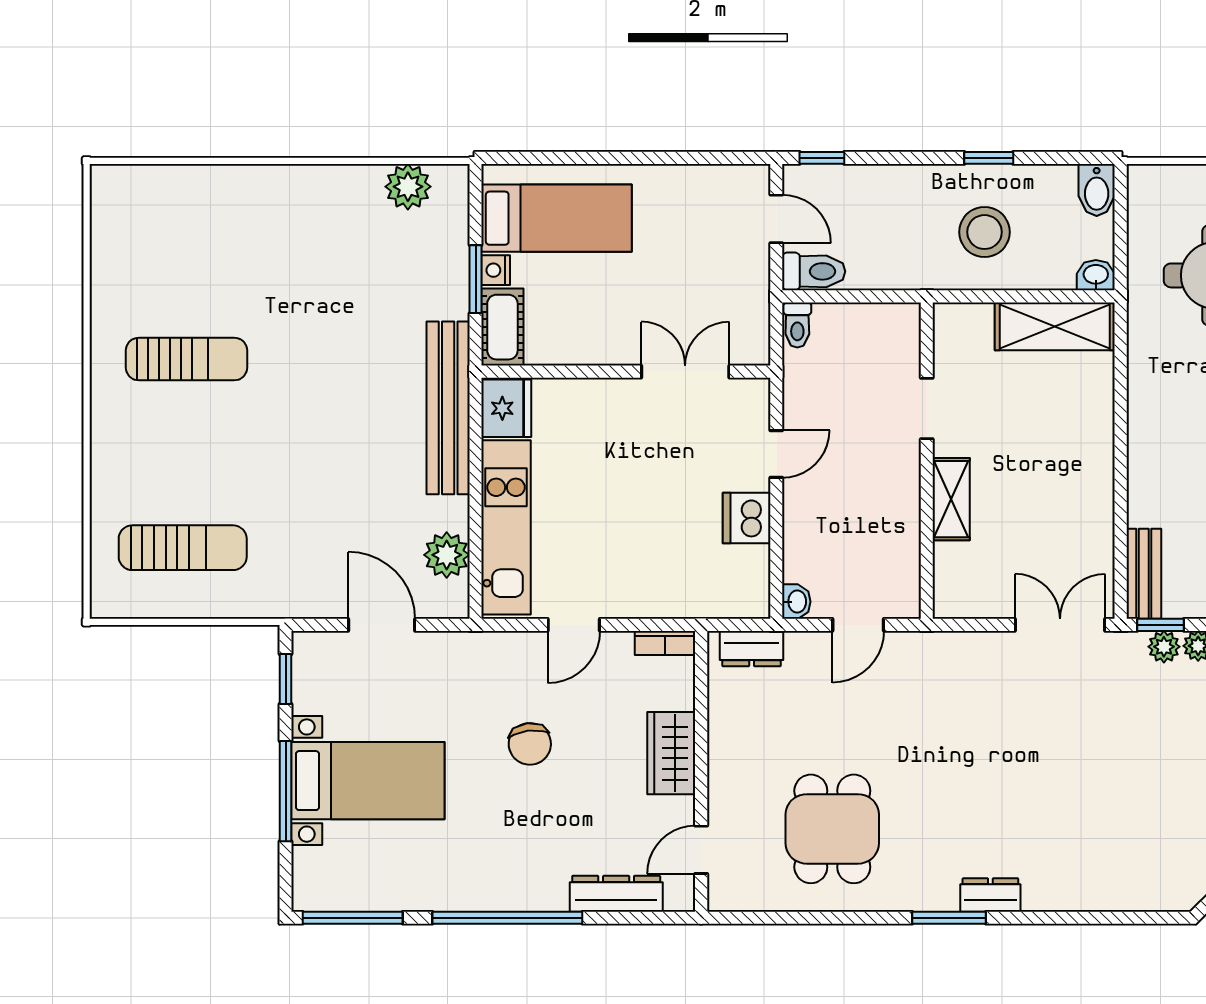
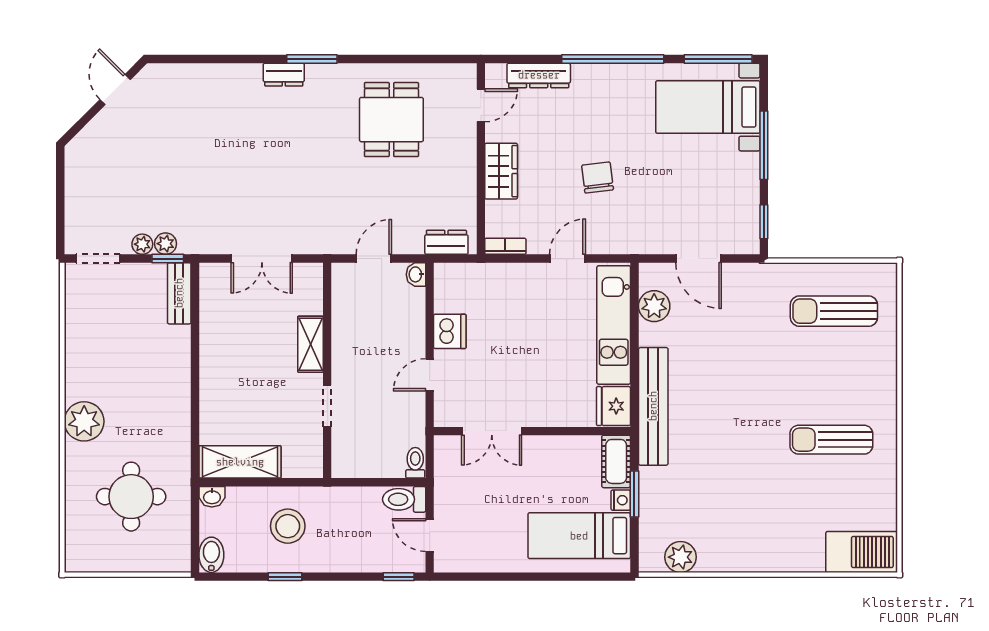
barbecue: (142, 194) -> (862, 552), added
double door: (1060, 625) -> (262, 259), moved
bed with nightstands: (368, 781) -> (708, 107), moved

